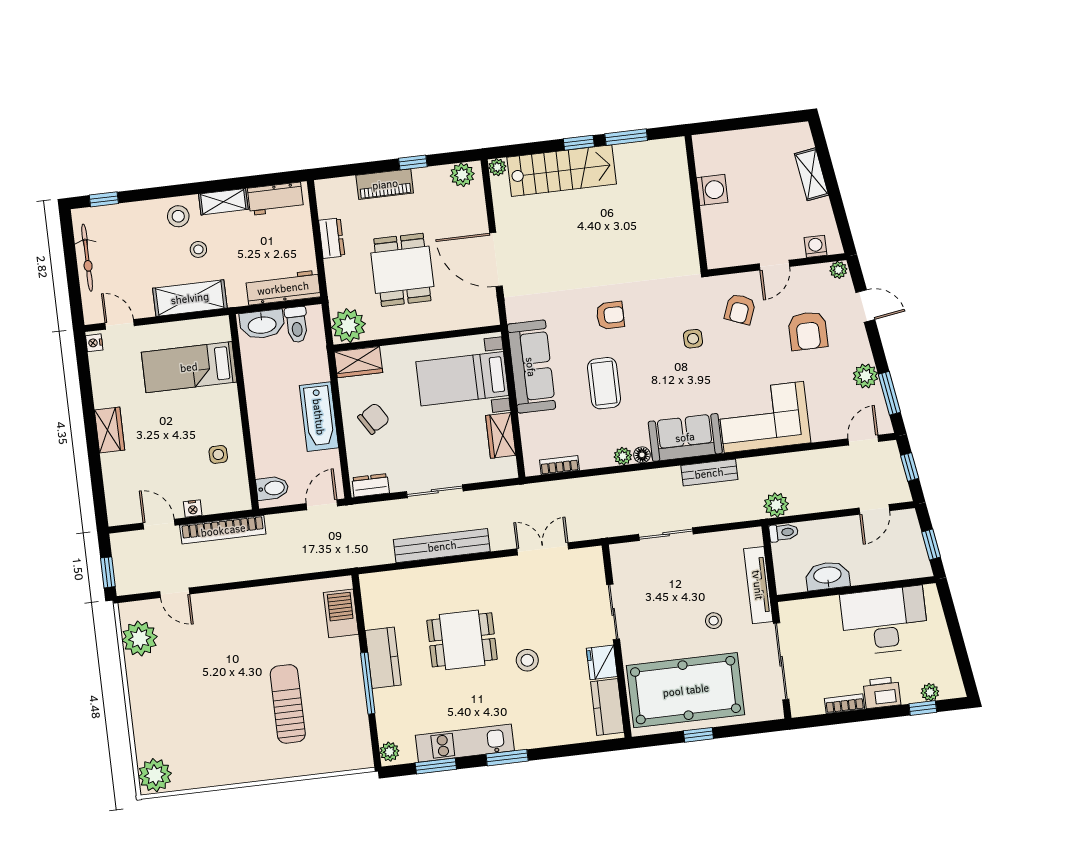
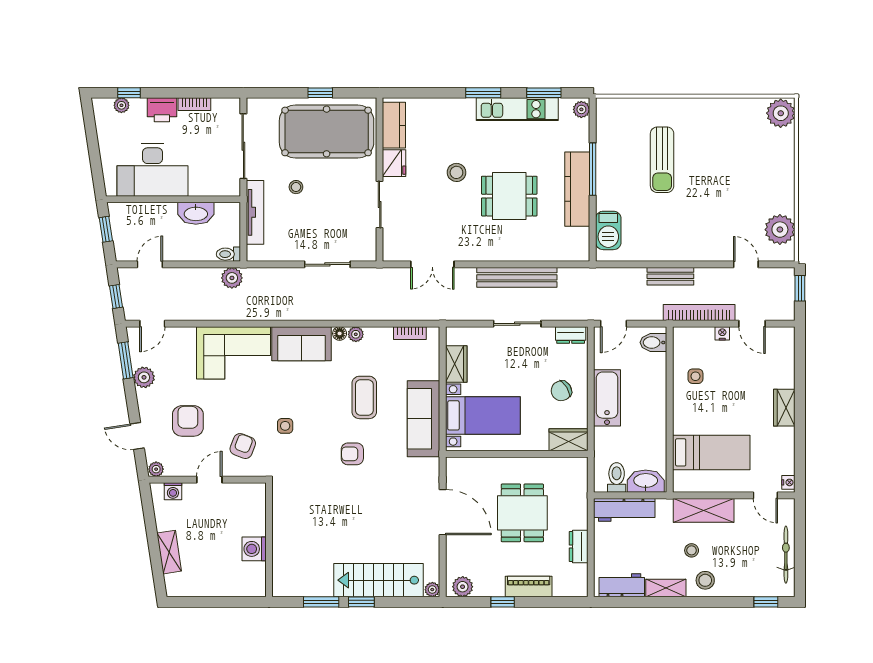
plant: (348, 326) -> (573, 471), removed
bench: (709, 473) -> (670, 276), moved
kitchen counter: (383, 658) -> (577, 189), width x1.50

